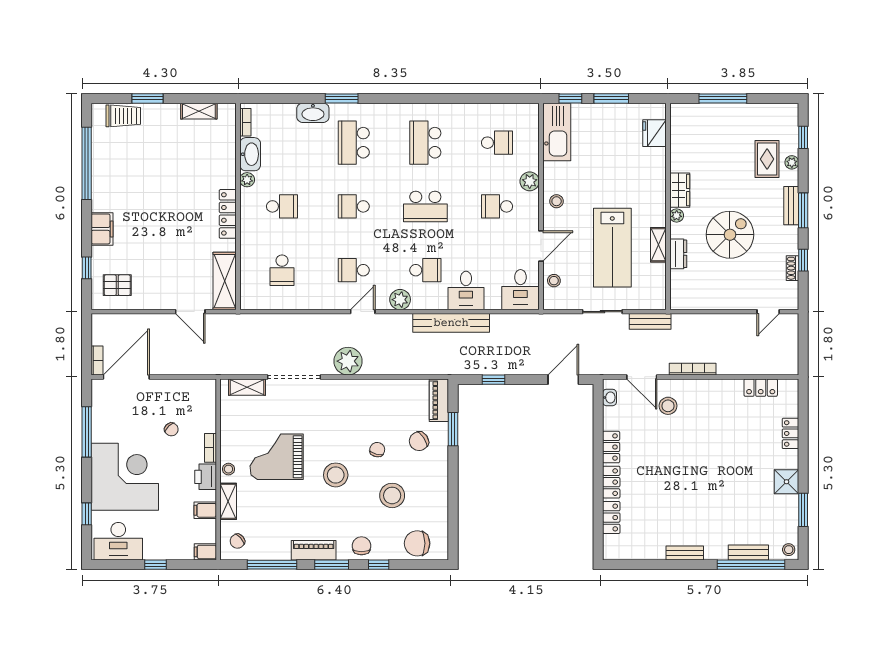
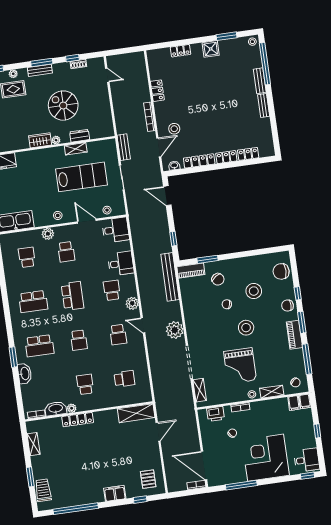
locker: (228, 214) -> (78, 420), moved
bench: (451, 323) -> (170, 277), moved
locker: (761, 388) -> (157, 91), moved
locker: (611, 447) -> (199, 161), width x1.53
printer: (206, 477) -> (216, 414), moved
filing cabinet: (205, 510) -> (294, 403), moved
window: (87, 514) -> (308, 476), moved
desk: (118, 541) -> (307, 460), width x0.73
chair: (417, 543) -> (281, 271), turned 90
bench: (748, 553) -> (260, 81), moved

